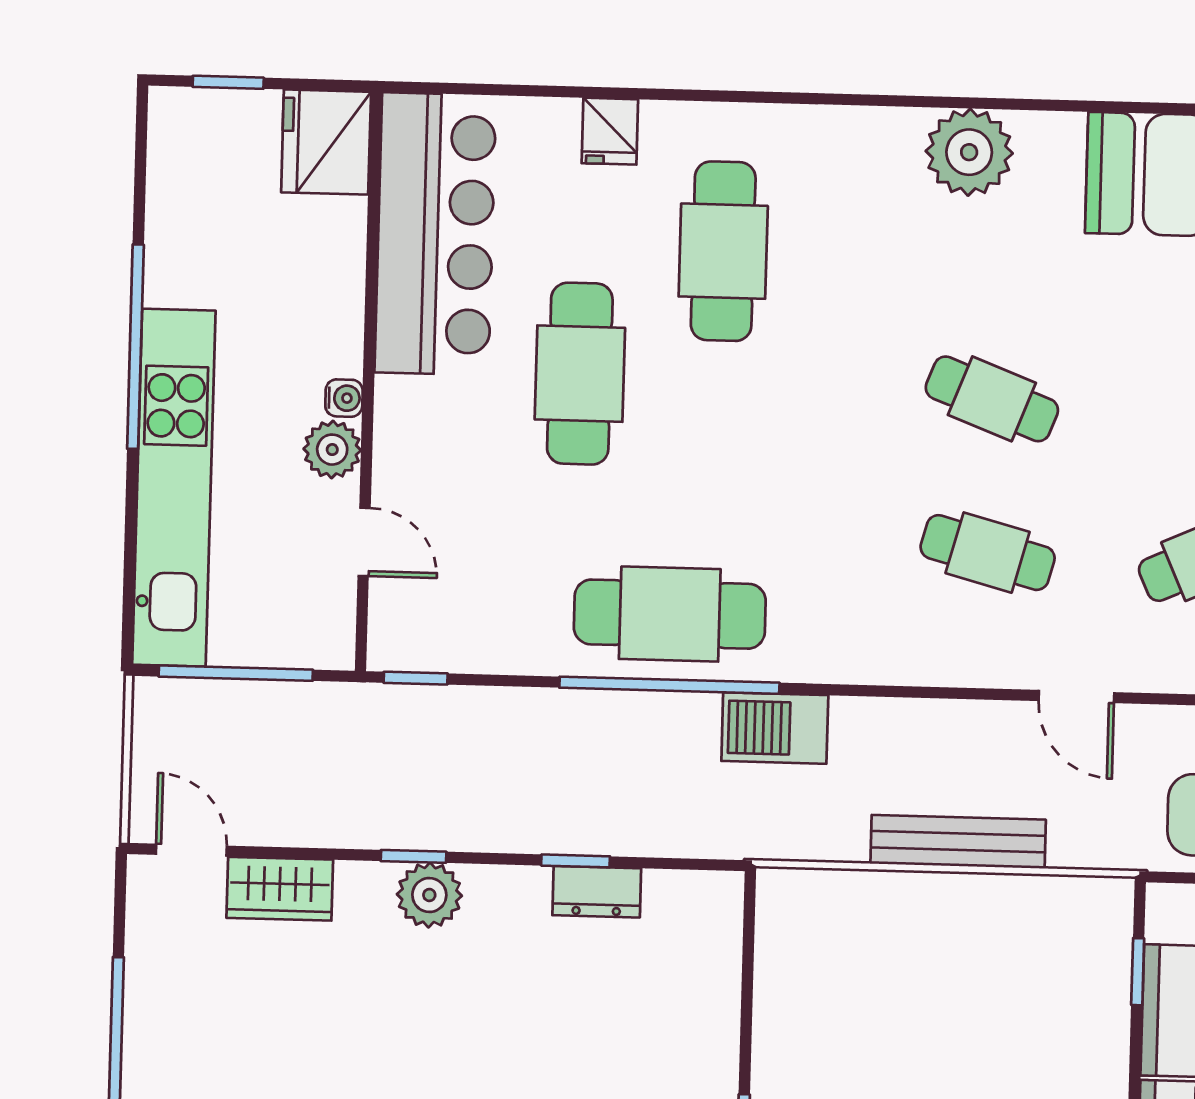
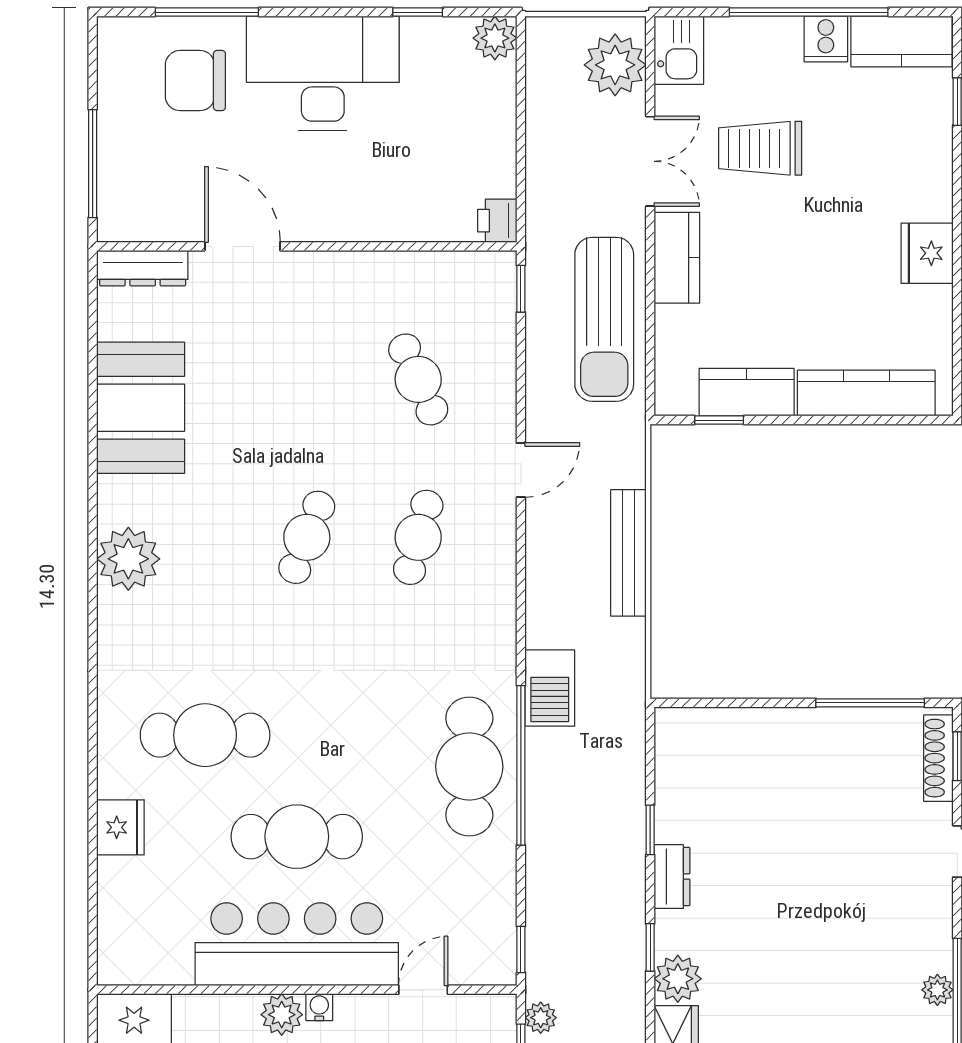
fridge: (610, 131) -> (120, 827), width x1.38
bar counter: (435, 234) -> (297, 944), moved
plant: (332, 450) -> (282, 1015), moved
plant: (321, 703) -> (541, 1018), added
dresser: (597, 892) -> (672, 877), moved
plant: (429, 895) -> (678, 979), moved

